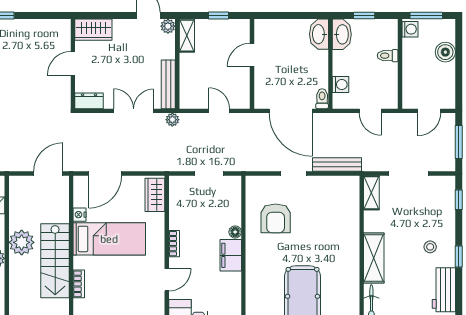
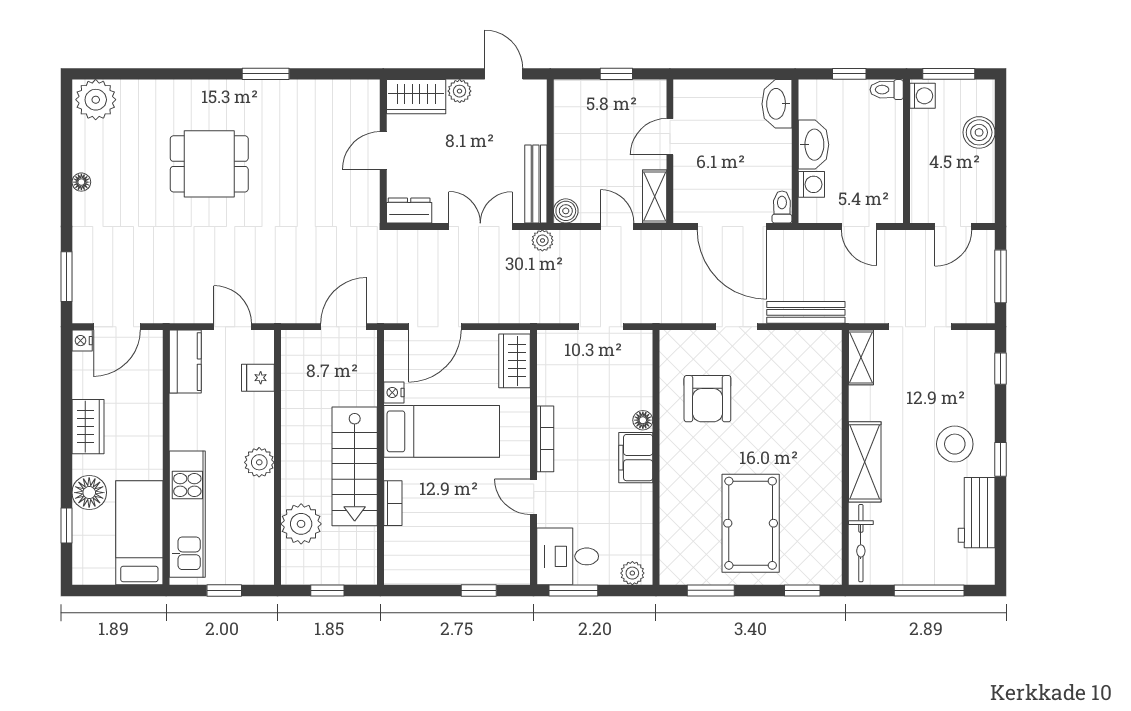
plant: (168, 26) -> (460, 91), moved
washbasin: (342, 34) -> (814, 145), moved
shelving: (187, 36) -> (655, 197), moved
toilet: (388, 56) -> (887, 90), moved
boiler: (187, 101) -> (566, 211), added
plant: (22, 242) -> (301, 524), moved
bookcase: (174, 244) -> (545, 439), width x1.56
stool: (430, 247) -> (955, 444), width x1.89, depth x1.89
door: (167, 280) -> (534, 497), swing flipped

